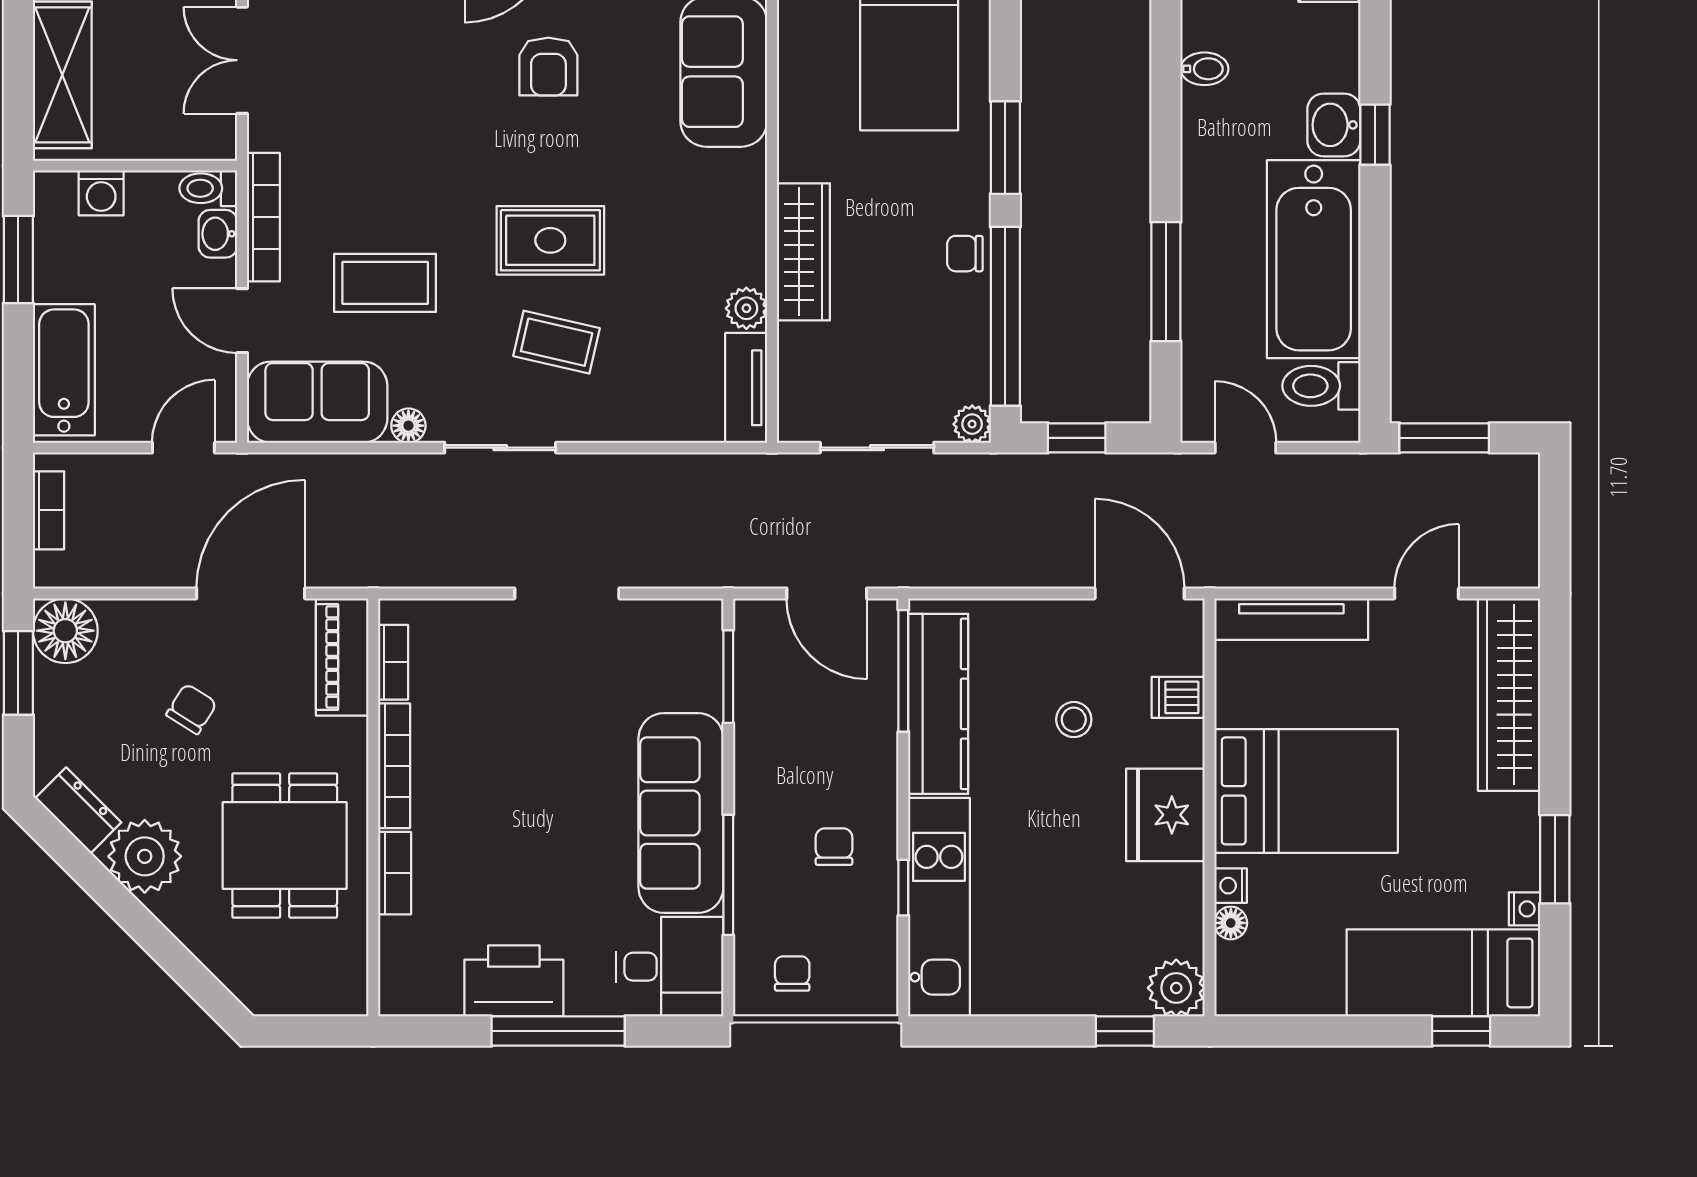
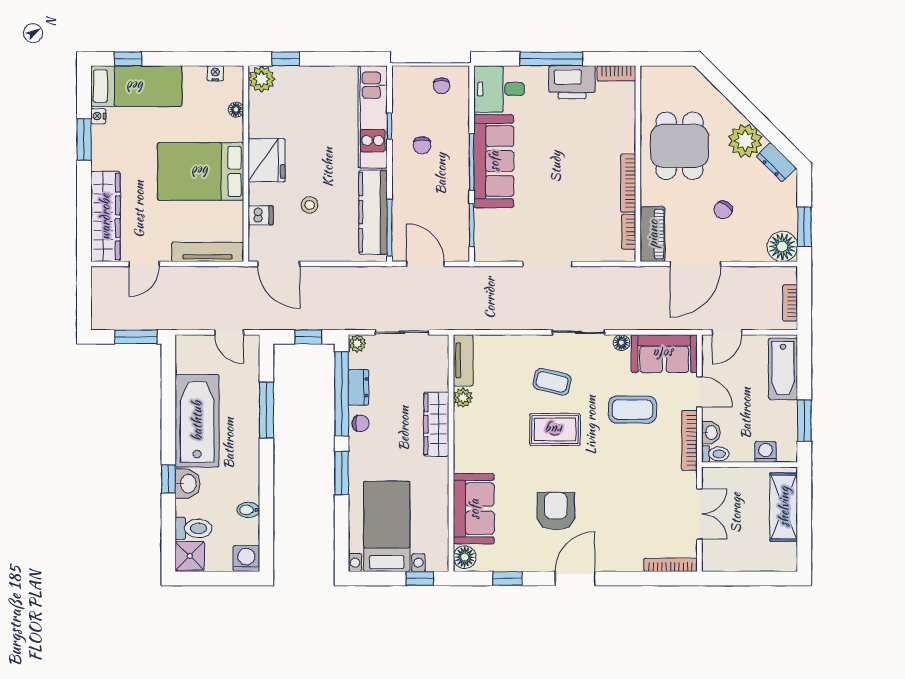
armchair: (548, 66) -> (556, 511), width x1.38, depth x1.38
dresser: (969, 330) -> (359, 387), added
toilet: (1321, 386) -> (194, 528), moved
bookcase: (395, 873) -> (616, 73), moved, turned -90
window: (728, 875) -> (472, 162), moved
nightstand: (1231, 886) -> (215, 73), moved, turned -90

